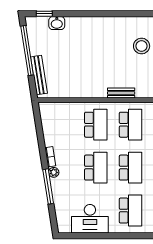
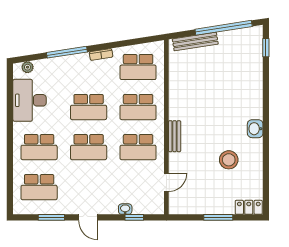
washbasin: (57, 23) -> (255, 129), moved
school desk: (61, 125) -> (138, 67), added
plant: (54, 172) -> (28, 67), moved

